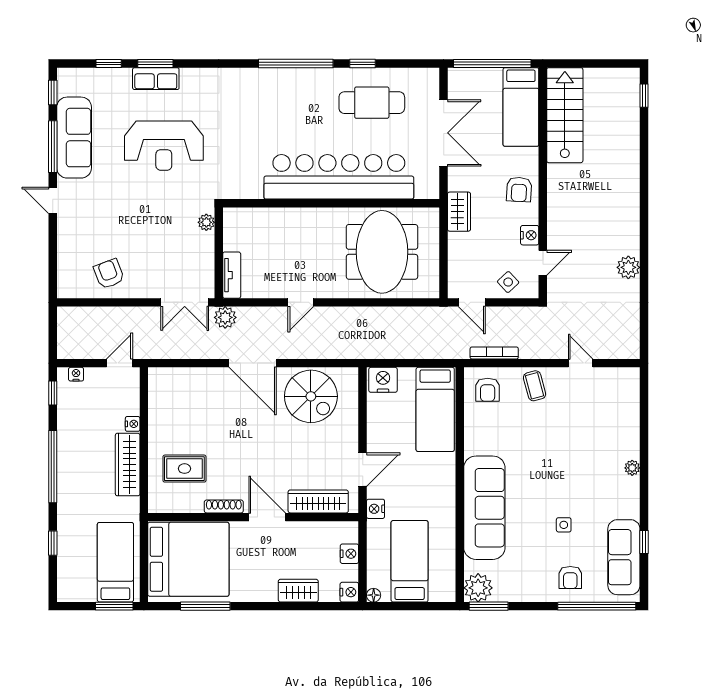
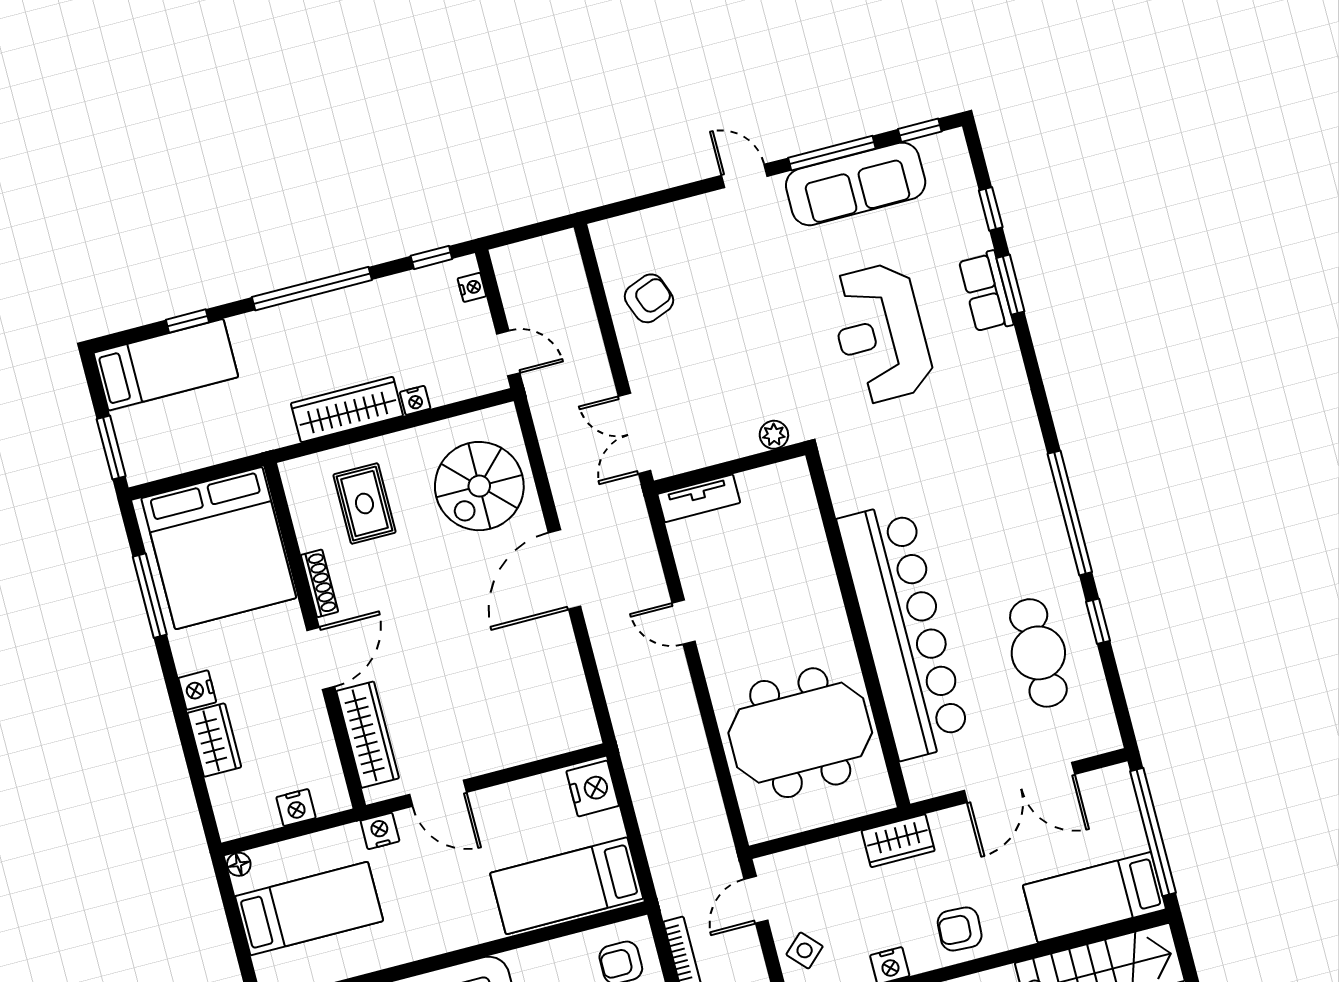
door: (53, 200) -> (744, 176), hinge flipped
plant: (225, 317) -> (627, 506), removed
spiral stairs: (311, 396) -> (479, 486), moved
bed: (115, 562) -> (166, 365), moved
nightstand: (349, 592) -> (197, 690), moved, turned 90

